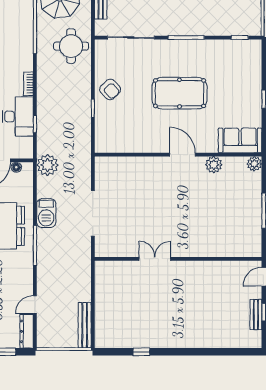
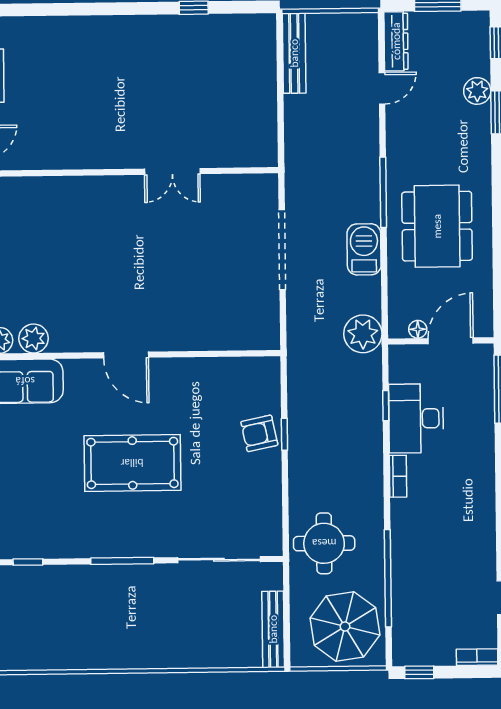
armchair: (110, 89) -> (259, 433), moved, turned -59
plant: (214, 165) -> (34, 338), moved

